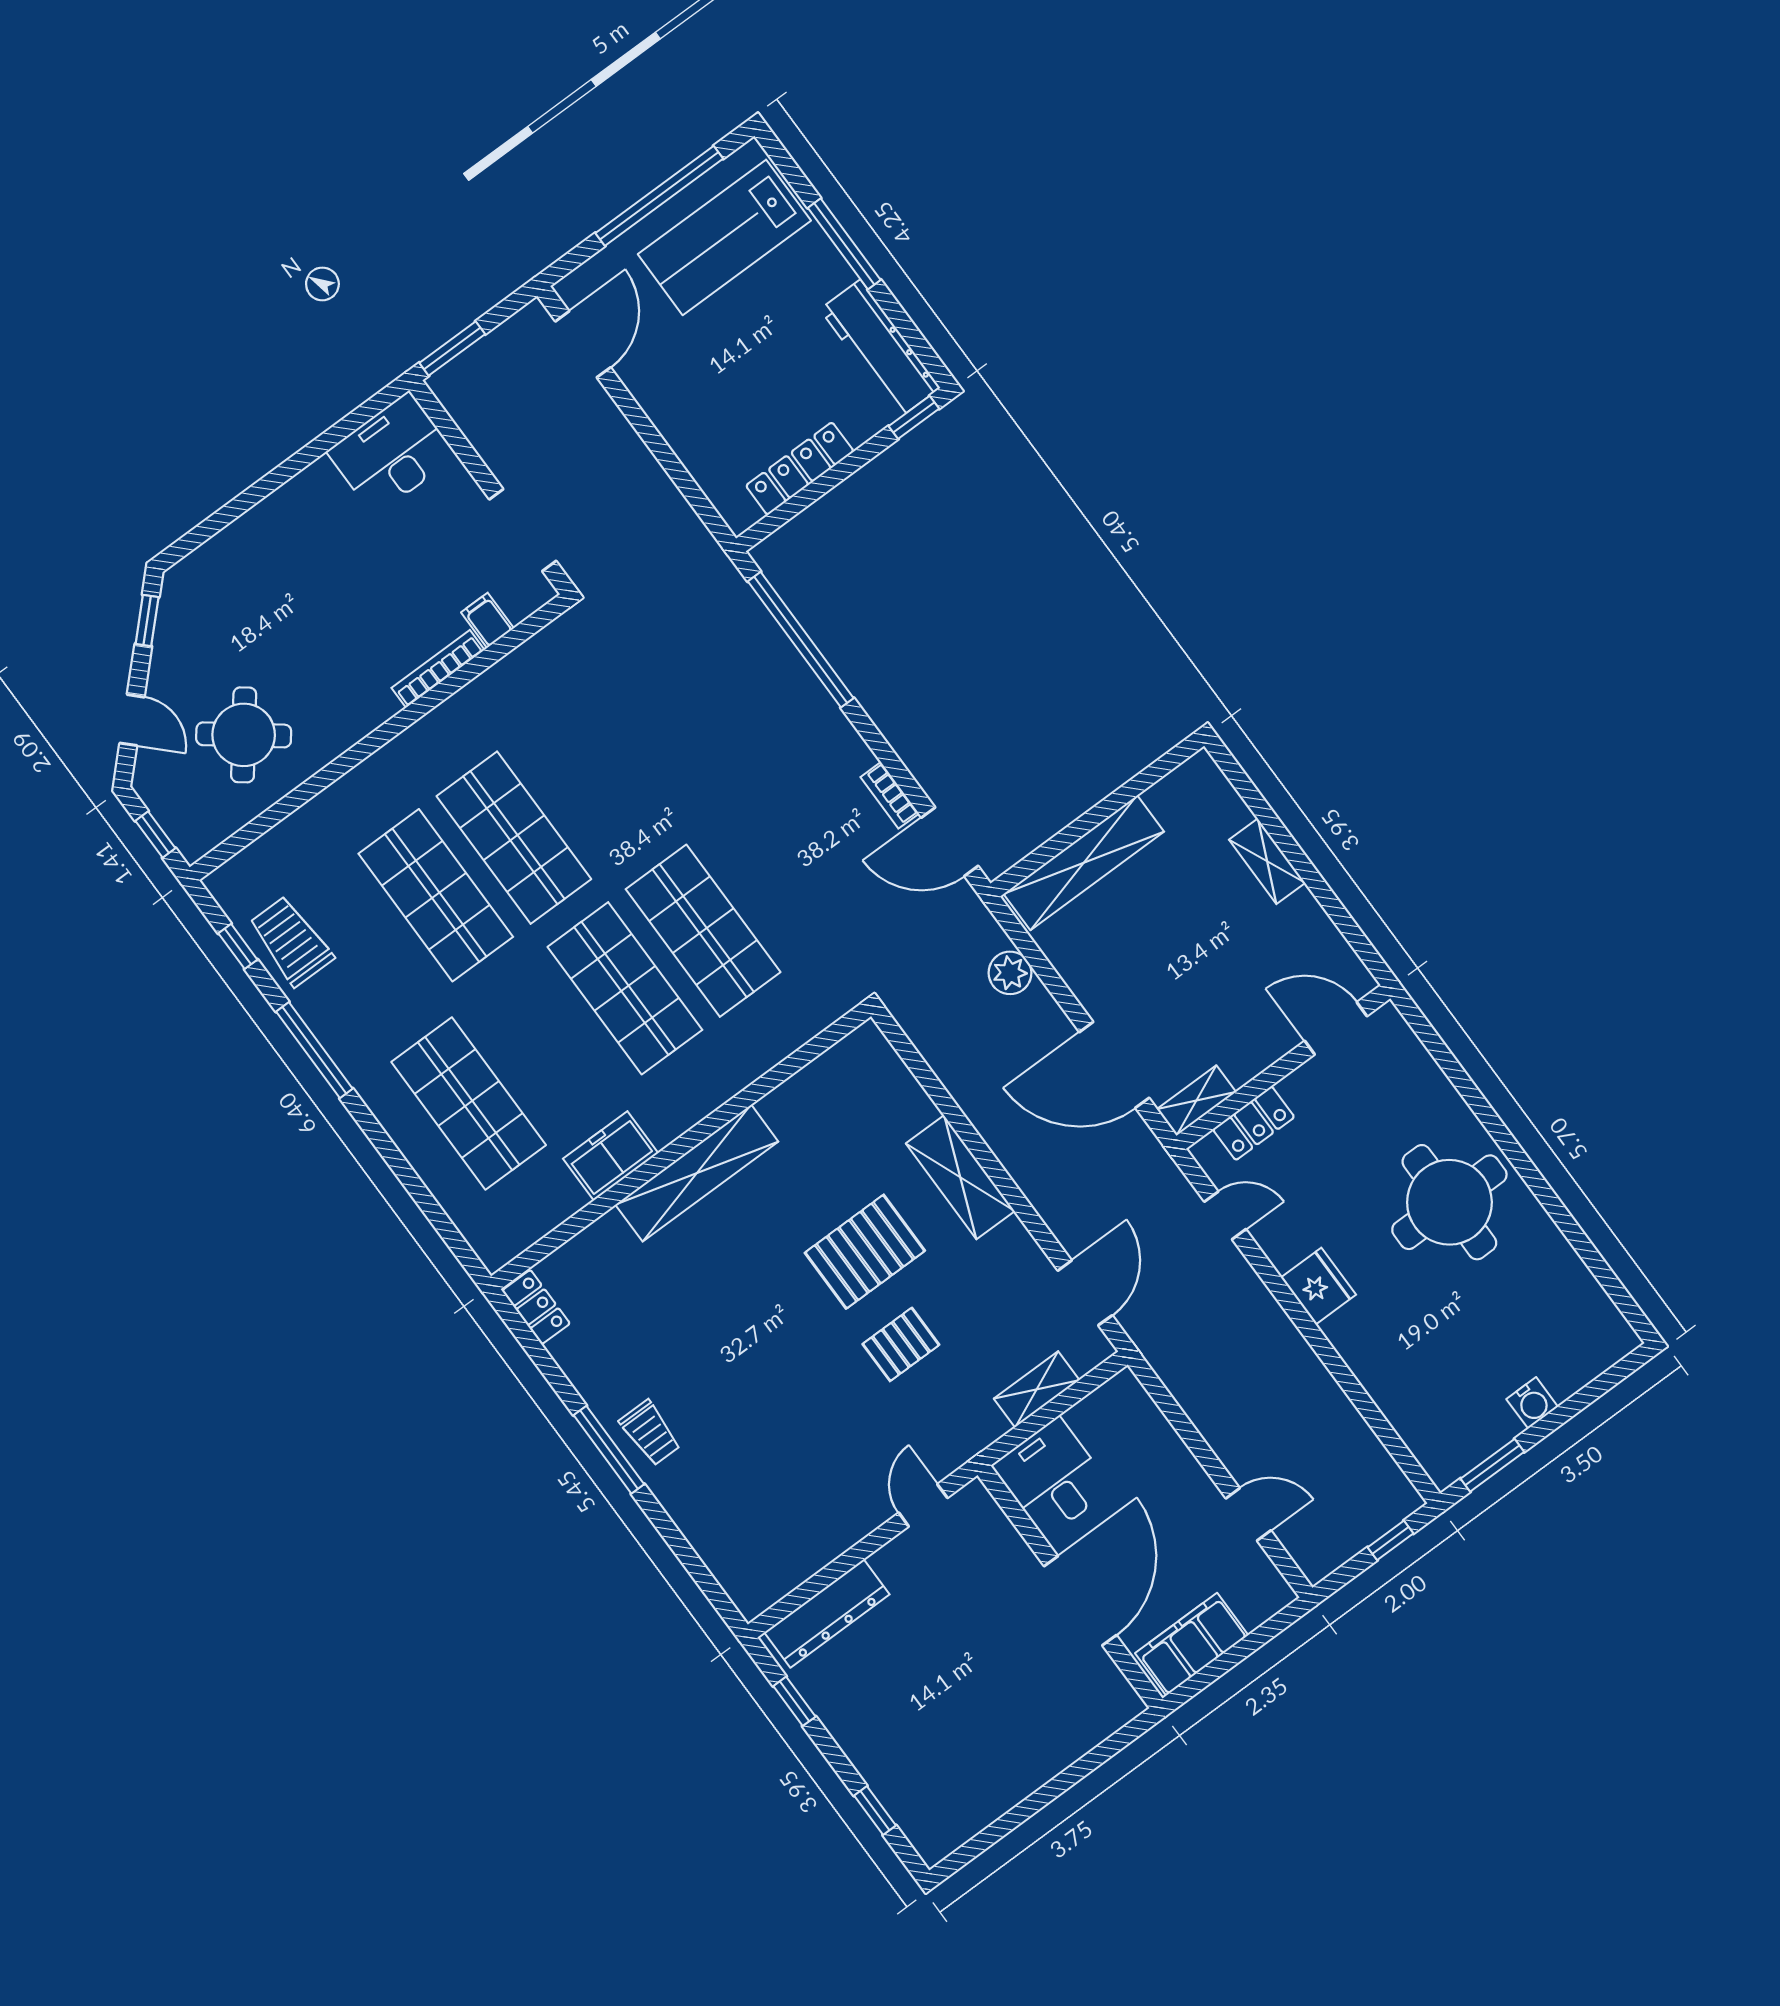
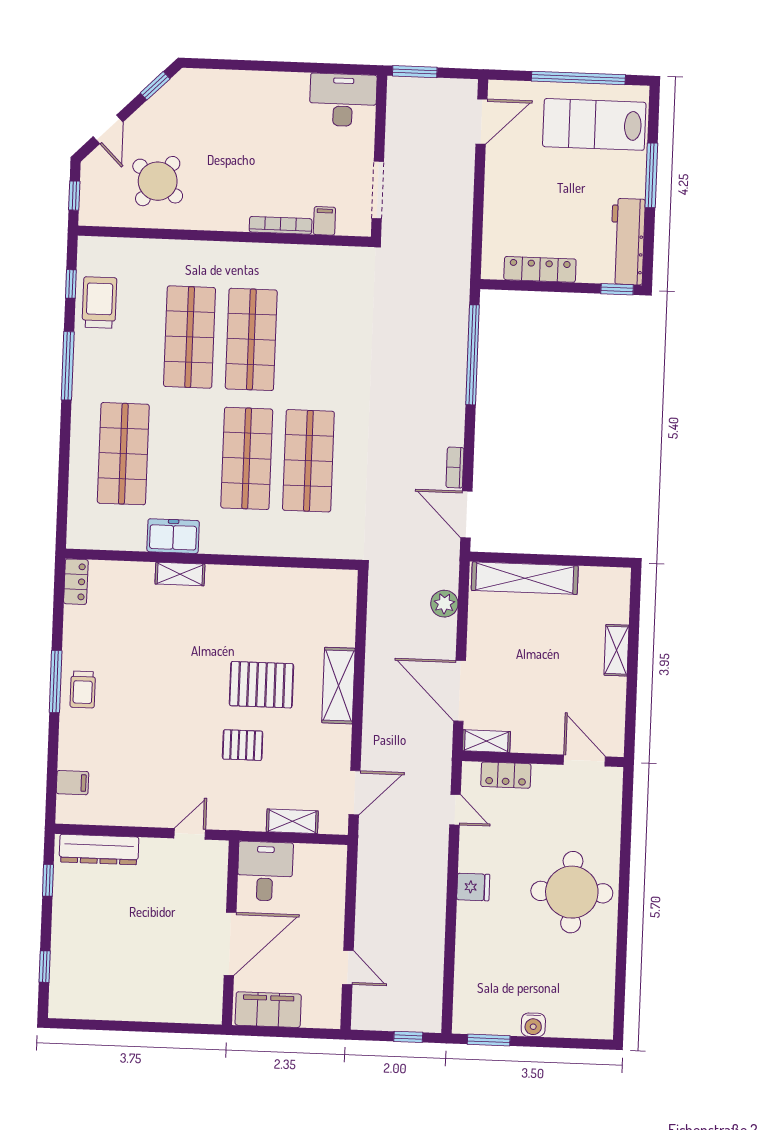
shelving: (697, 1173) -> (180, 574), width x0.45, depth x0.75
fridge: (1318, 1286) -> (473, 887), width x0.72
filing cabinet: (729, 1557) -> (73, 783), added

